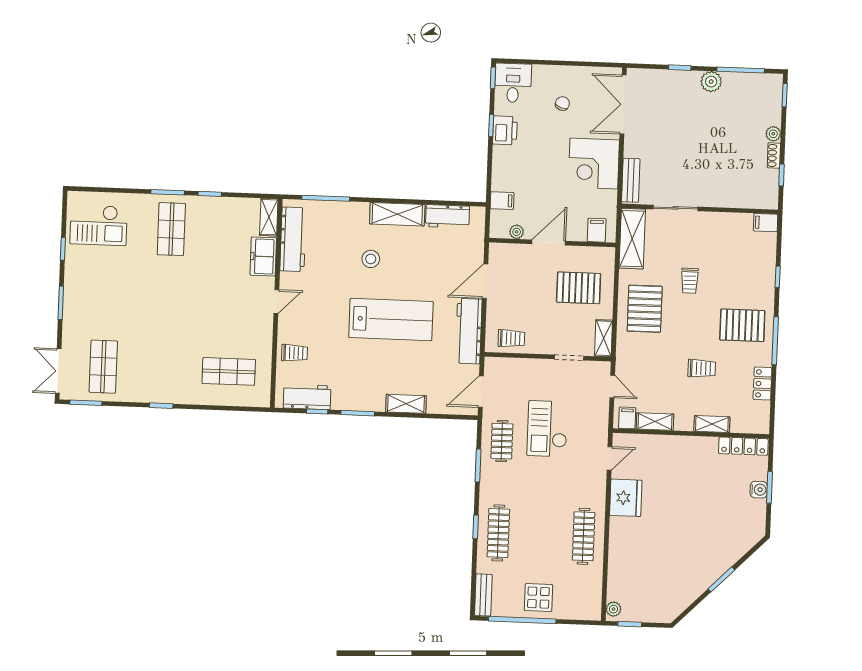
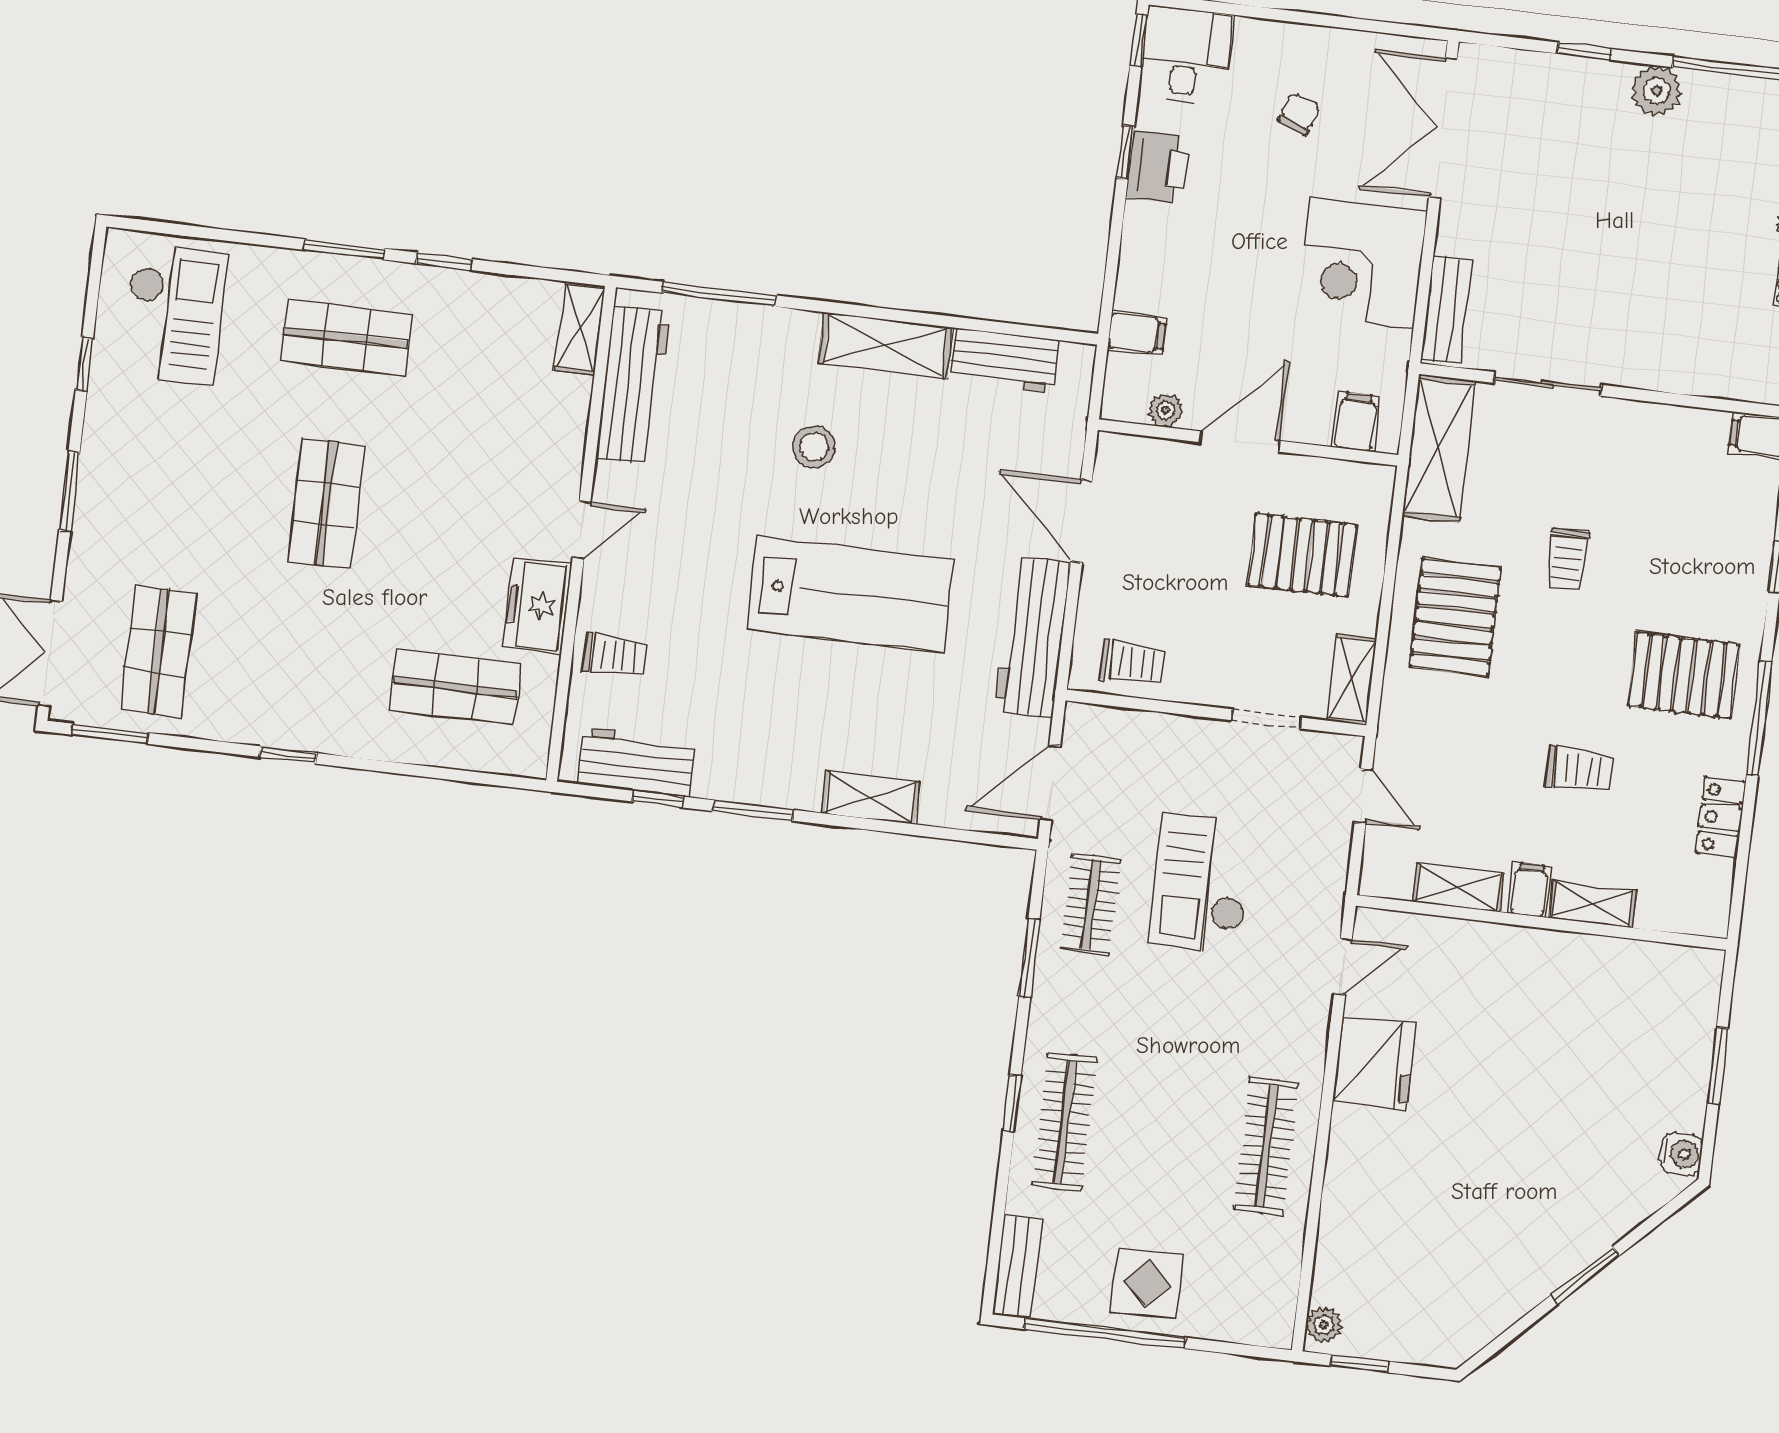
checkout: (99, 225) -> (174, 314), turned -90
shop shelf: (171, 229) -> (346, 338), turned 90
freezer: (263, 256) -> (537, 606), moved
door: (485, 281) -> (1081, 521), hinge flipped
shop shelf: (169, 299) -> (326, 503), added
filing cabinet: (627, 418) -> (1529, 890), moved
locker: (743, 446) -> (1663, 963), removed
water cooler: (759, 490) -> (1681, 1154), moved

